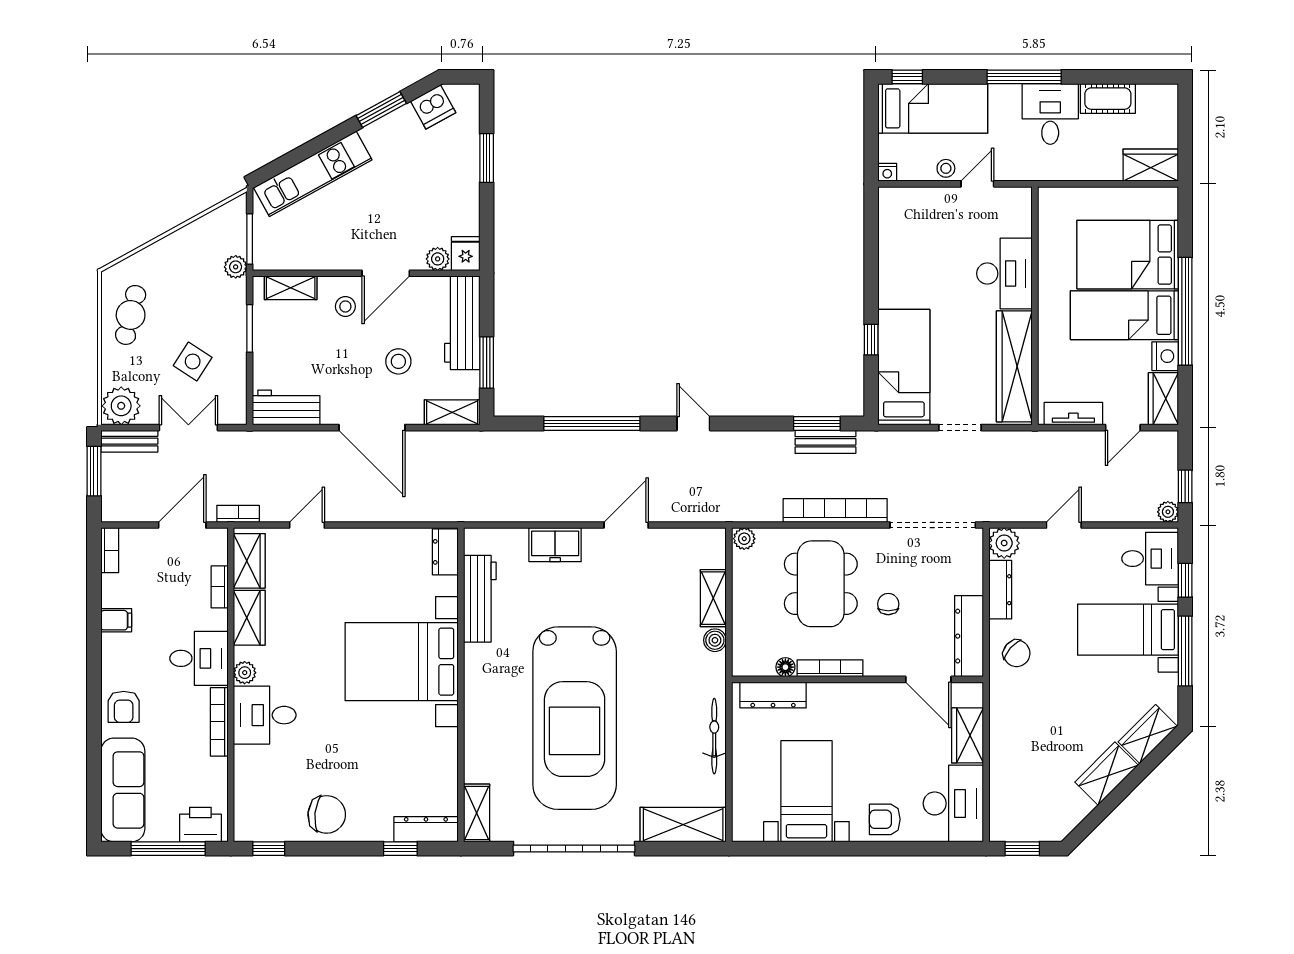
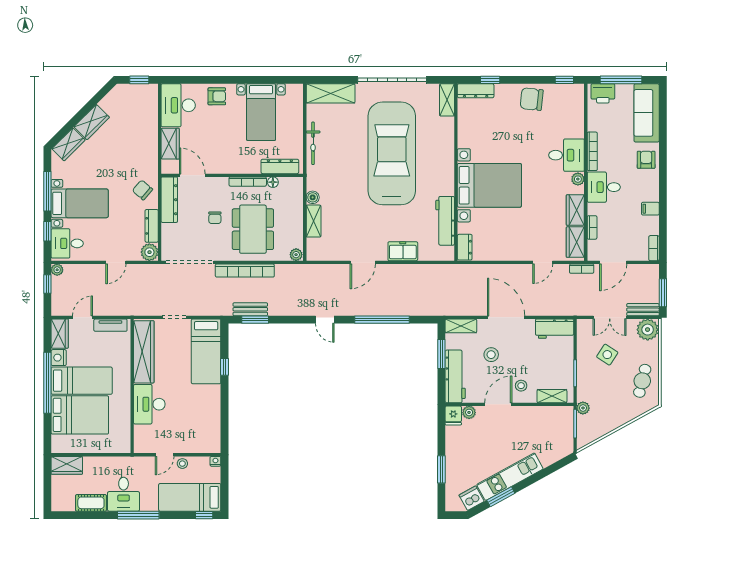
kitchen unit: (313, 174) -> (510, 477), moved

